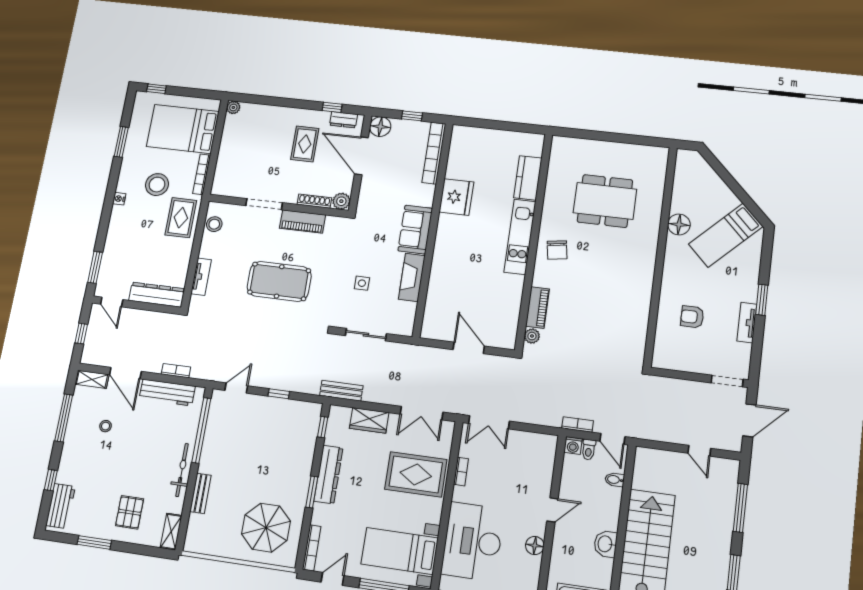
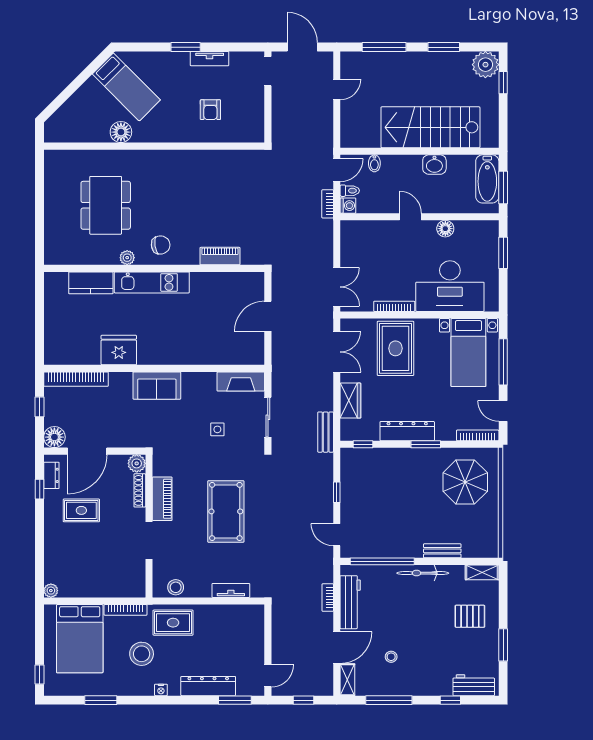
fireplace: (412, 277) -> (241, 382), moved
dresser: (157, 295) -> (208, 686), moved, turned 90
plant: (532, 336) -> (127, 258), moved
bookcase: (461, 472) -> (394, 306), width x1.56

